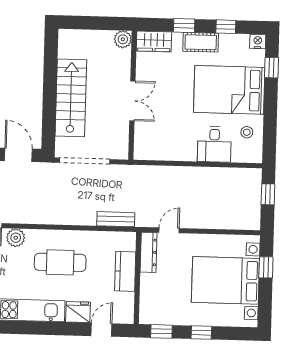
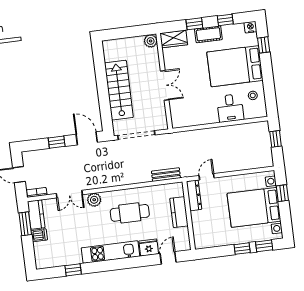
window: (161, 331) -> (264, 246), moved

